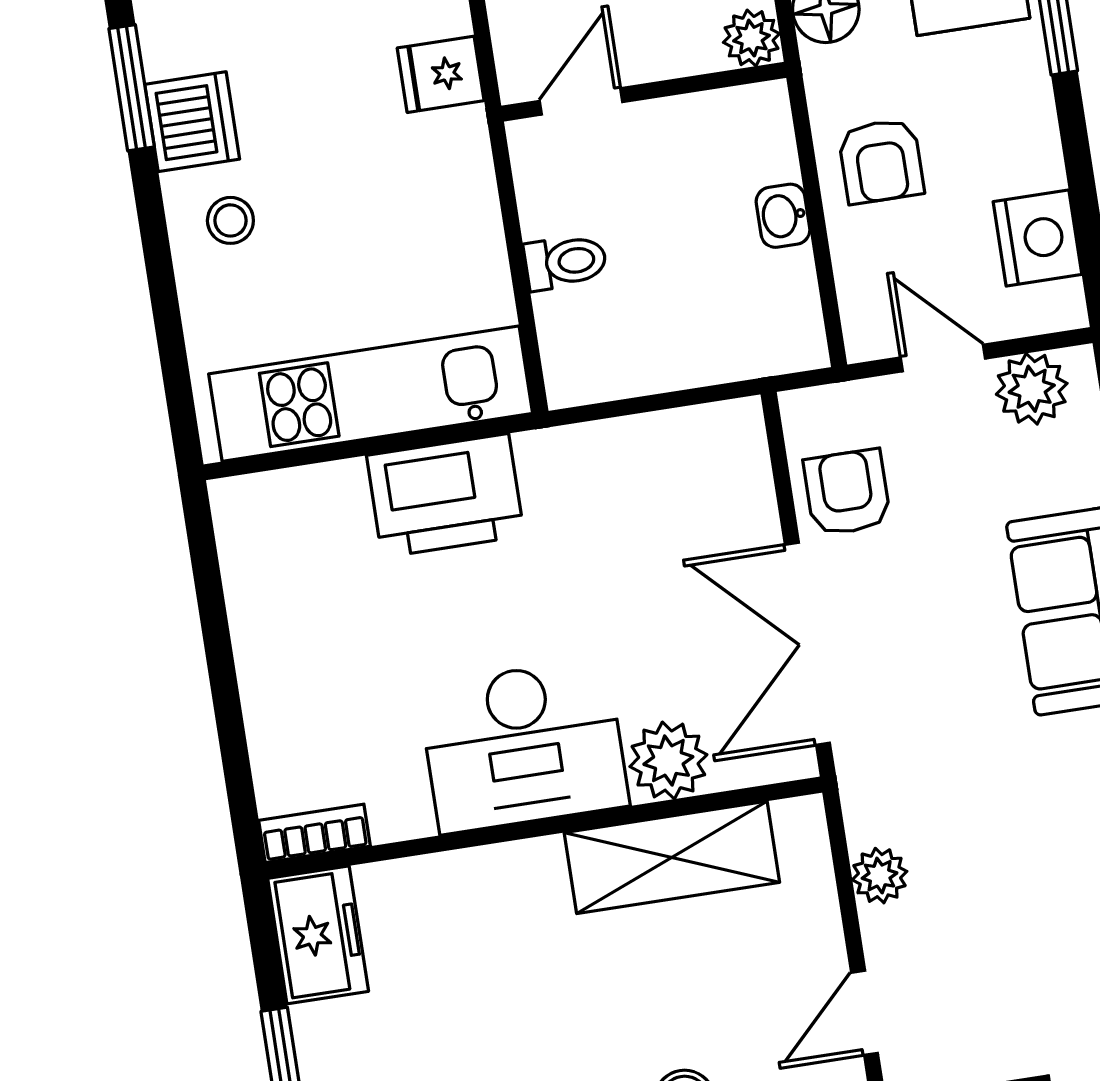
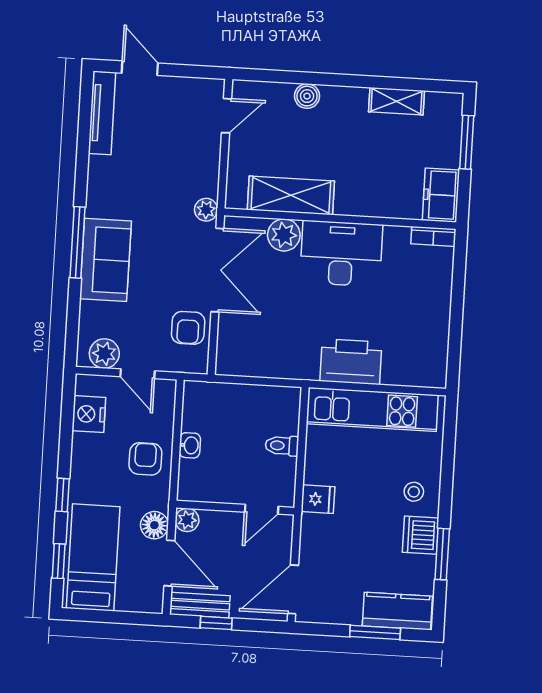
fridge: (441, 74) -> (318, 499), moved
plant: (880, 876) -> (206, 210), moved

